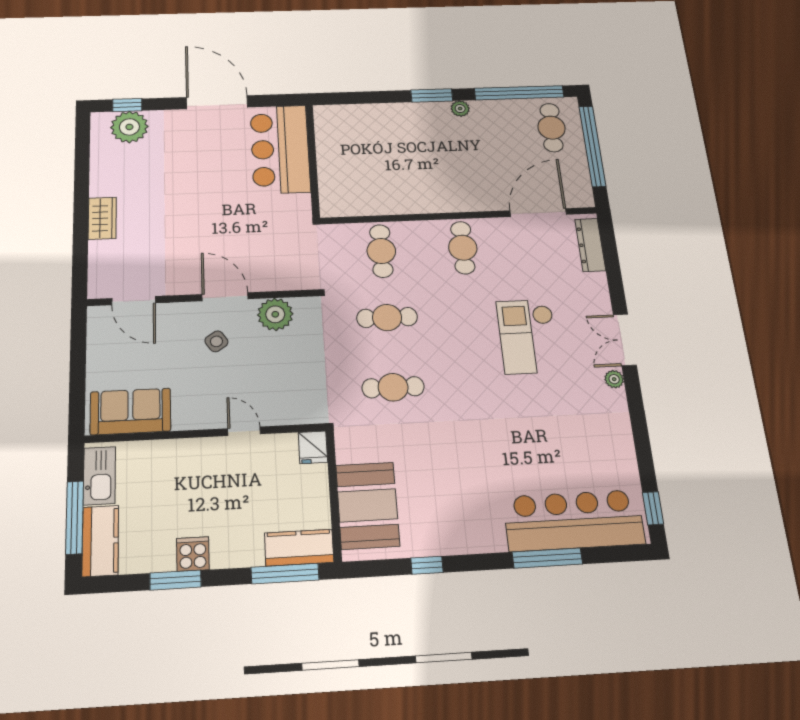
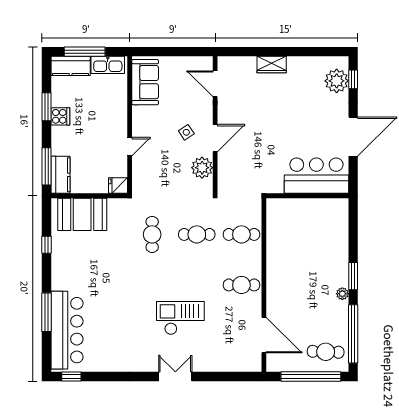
dresser: (590, 245) -> (240, 365), removed
door: (134, 301) -> (215, 84), hinge flipped
cafe table: (387, 317) -> (197, 234), turned 90
plant: (614, 379) -> (150, 366), removed

